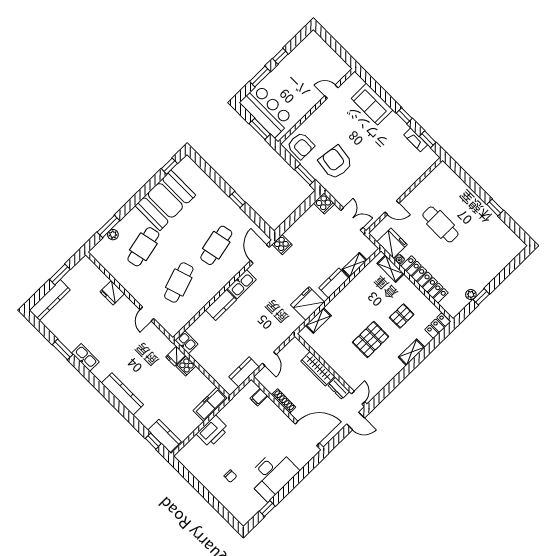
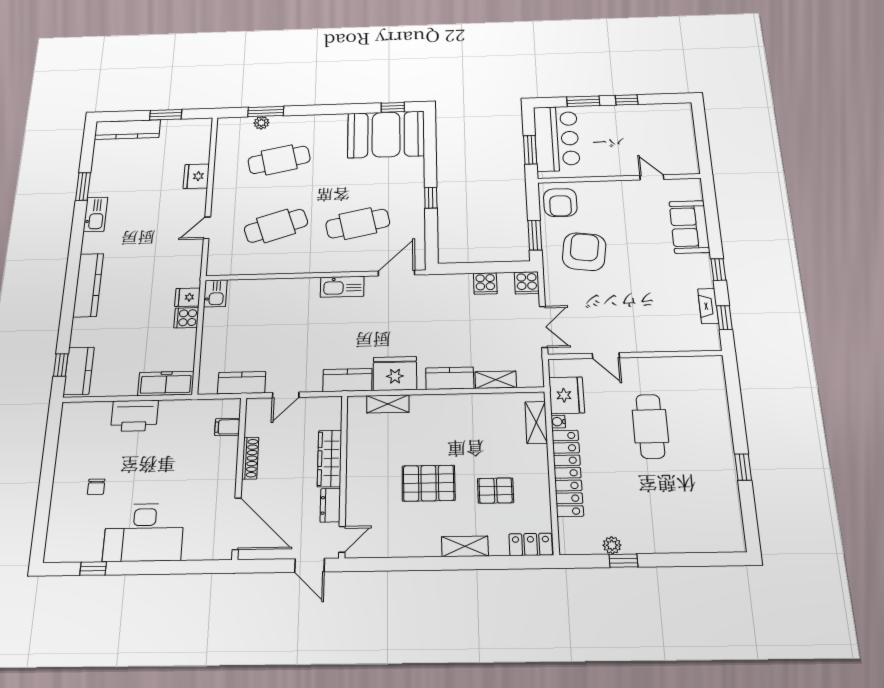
booth: (165, 200) -> (386, 134), moved
cooker: (282, 245) -> (485, 283), moved
kitchen counter: (221, 305) -> (347, 380), moved, turned 180

